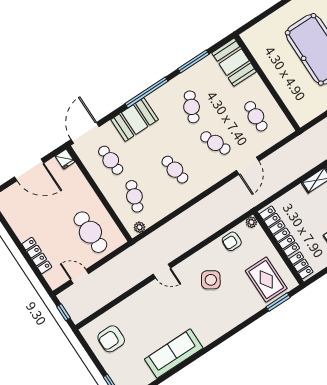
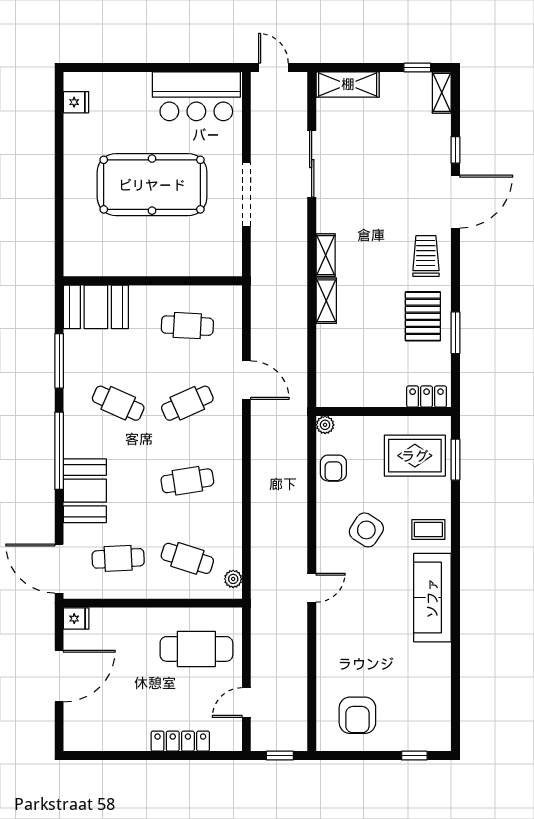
locker: (279, 231) -> (362, 395), removed
coffee table: (232, 312) -> (428, 530), added
sofa: (174, 354) -> (432, 598), moved

